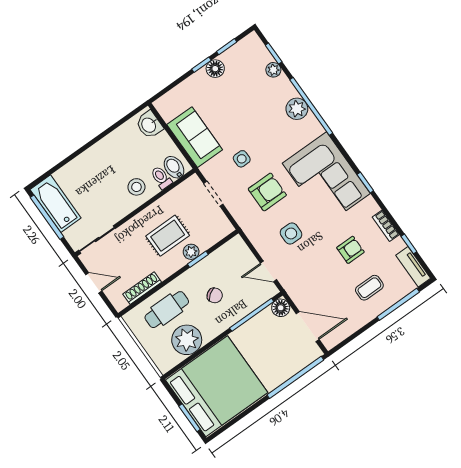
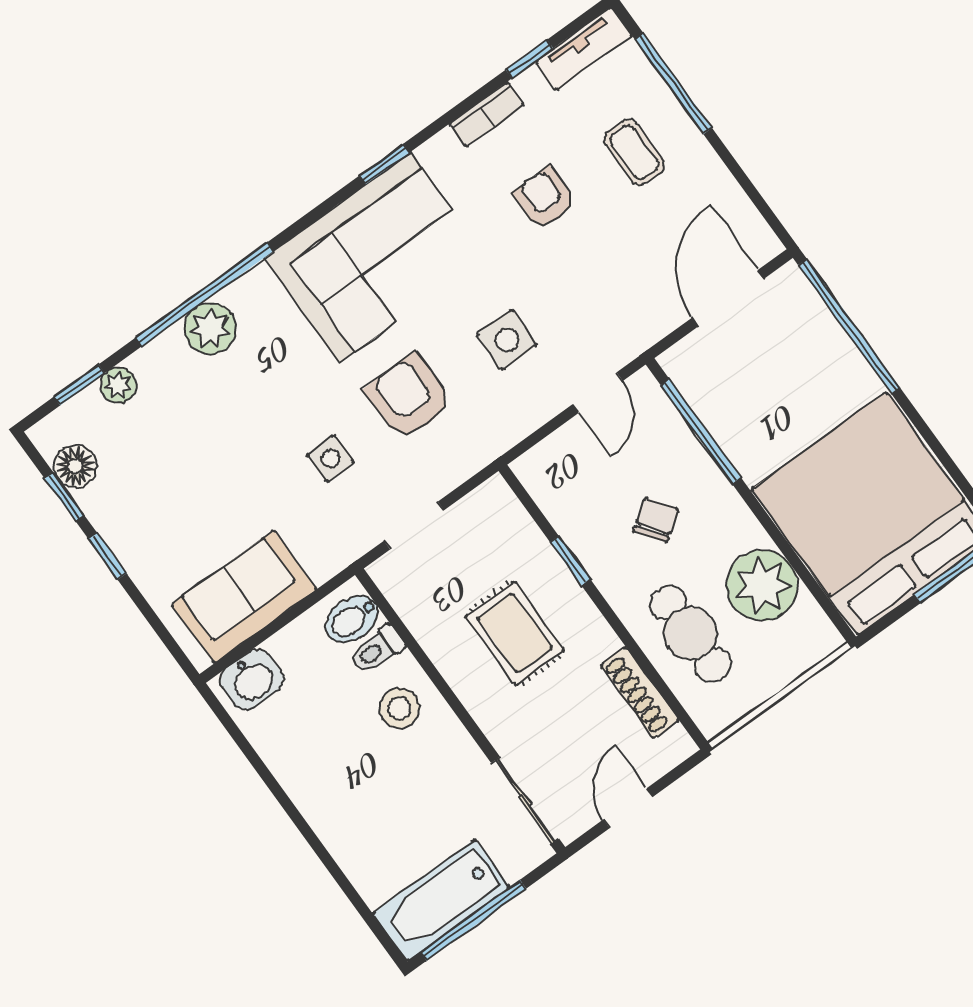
floor lamp: (215, 69) -> (75, 466), moved
sofa: (195, 137) -> (244, 597), moved
plant: (191, 252) -> (553, 577), removed
floor lamp: (281, 308) -> (684, 363), removed

